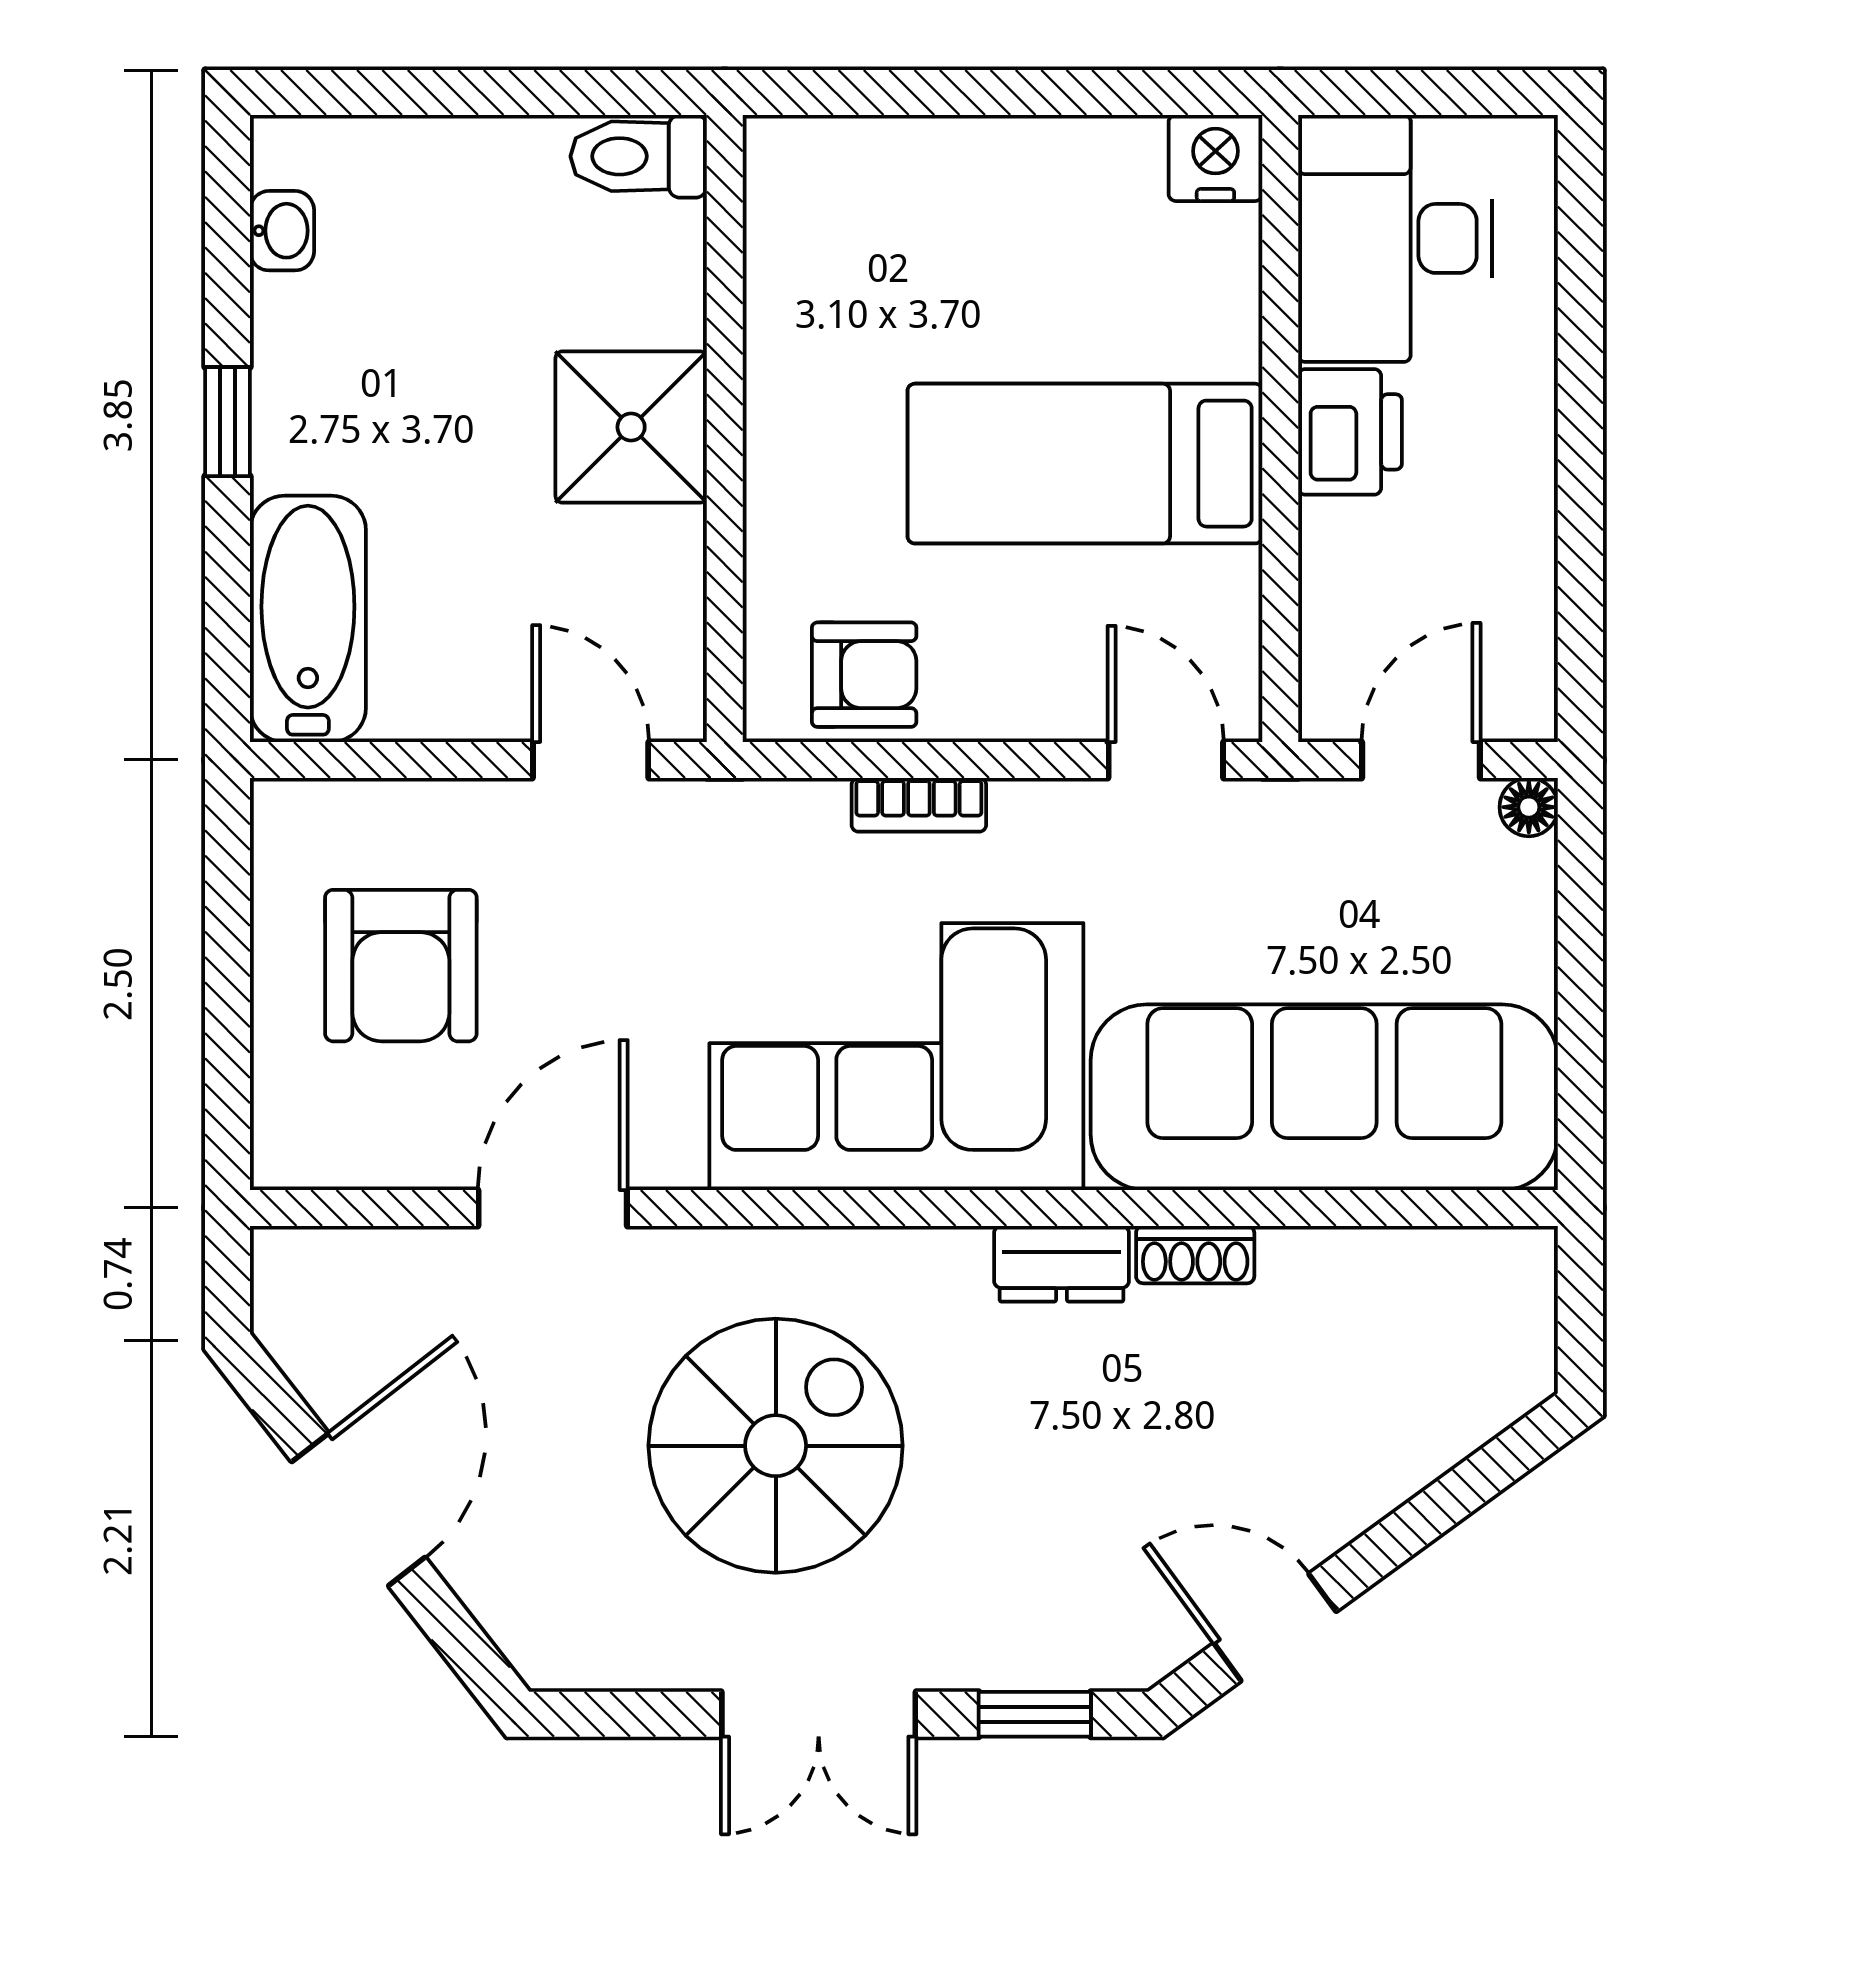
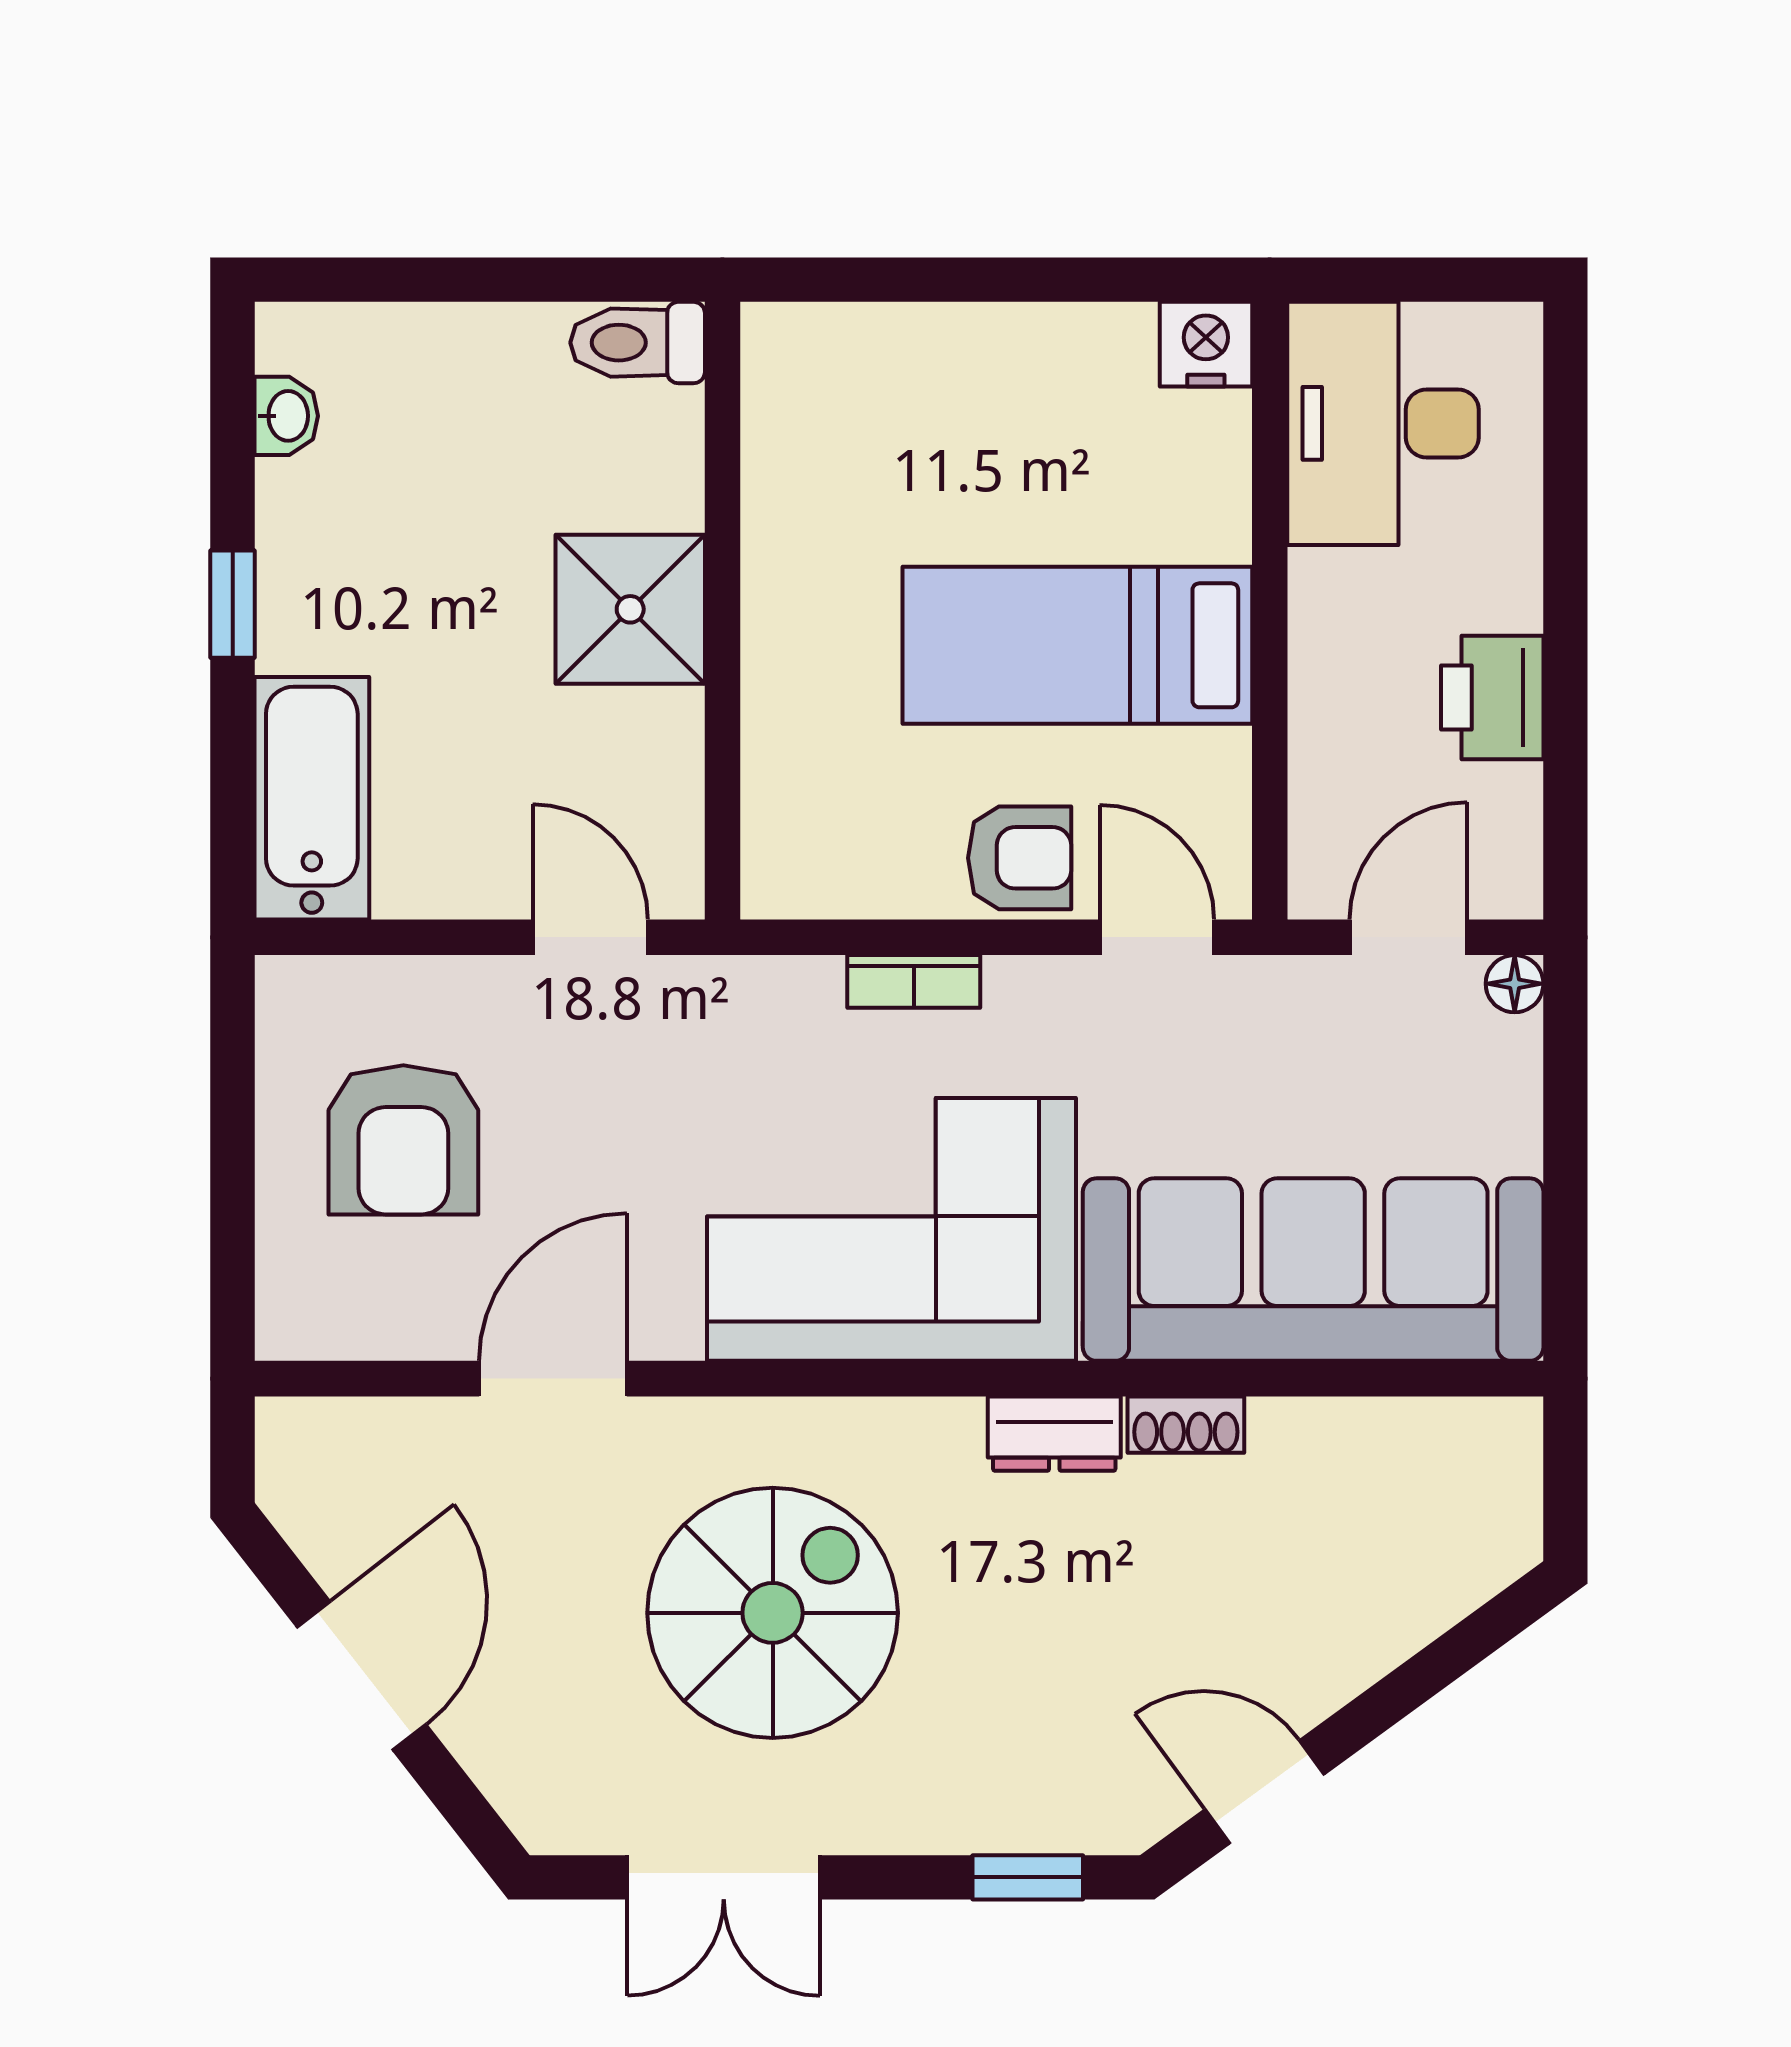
printer: (1350, 432) -> (1492, 698), moved, turned 180
armchair: (864, 675) -> (1020, 858), moved
double door: (819, 1714) -> (724, 1877), moved

